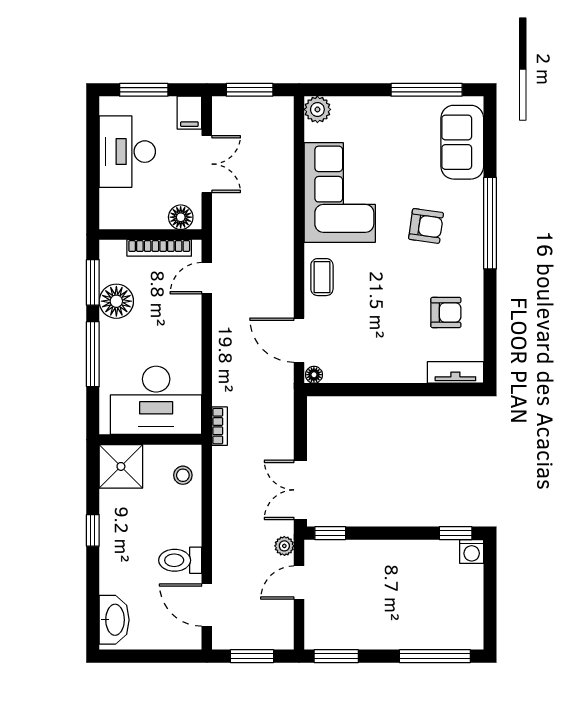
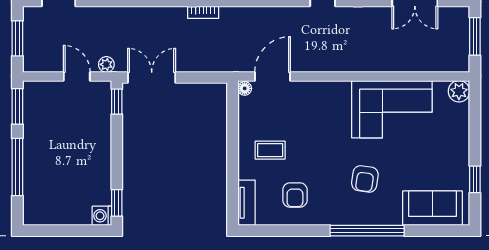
window: (427, 90) -> (475, 179), width x0.46
coffee table: (322, 277) -> (270, 150), moved
window: (435, 656) -> (17, 167), moved

